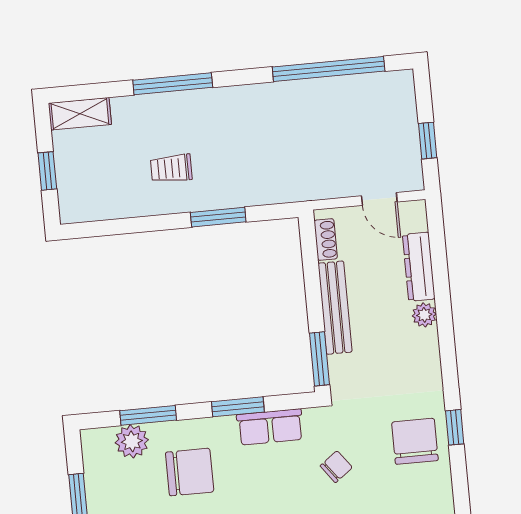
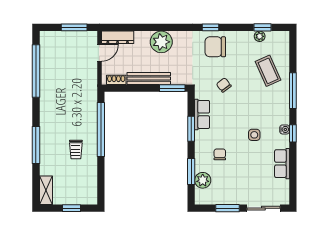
window: (428, 141) -> (74, 27), width x1.50
window: (218, 217) -> (101, 130), width x2.11
dresser: (419, 267) -> (118, 37), moved
plant: (424, 315) -> (161, 42), width x1.88, depth x1.88
chair: (190, 472) -> (220, 154), width x0.54, depth x0.54

